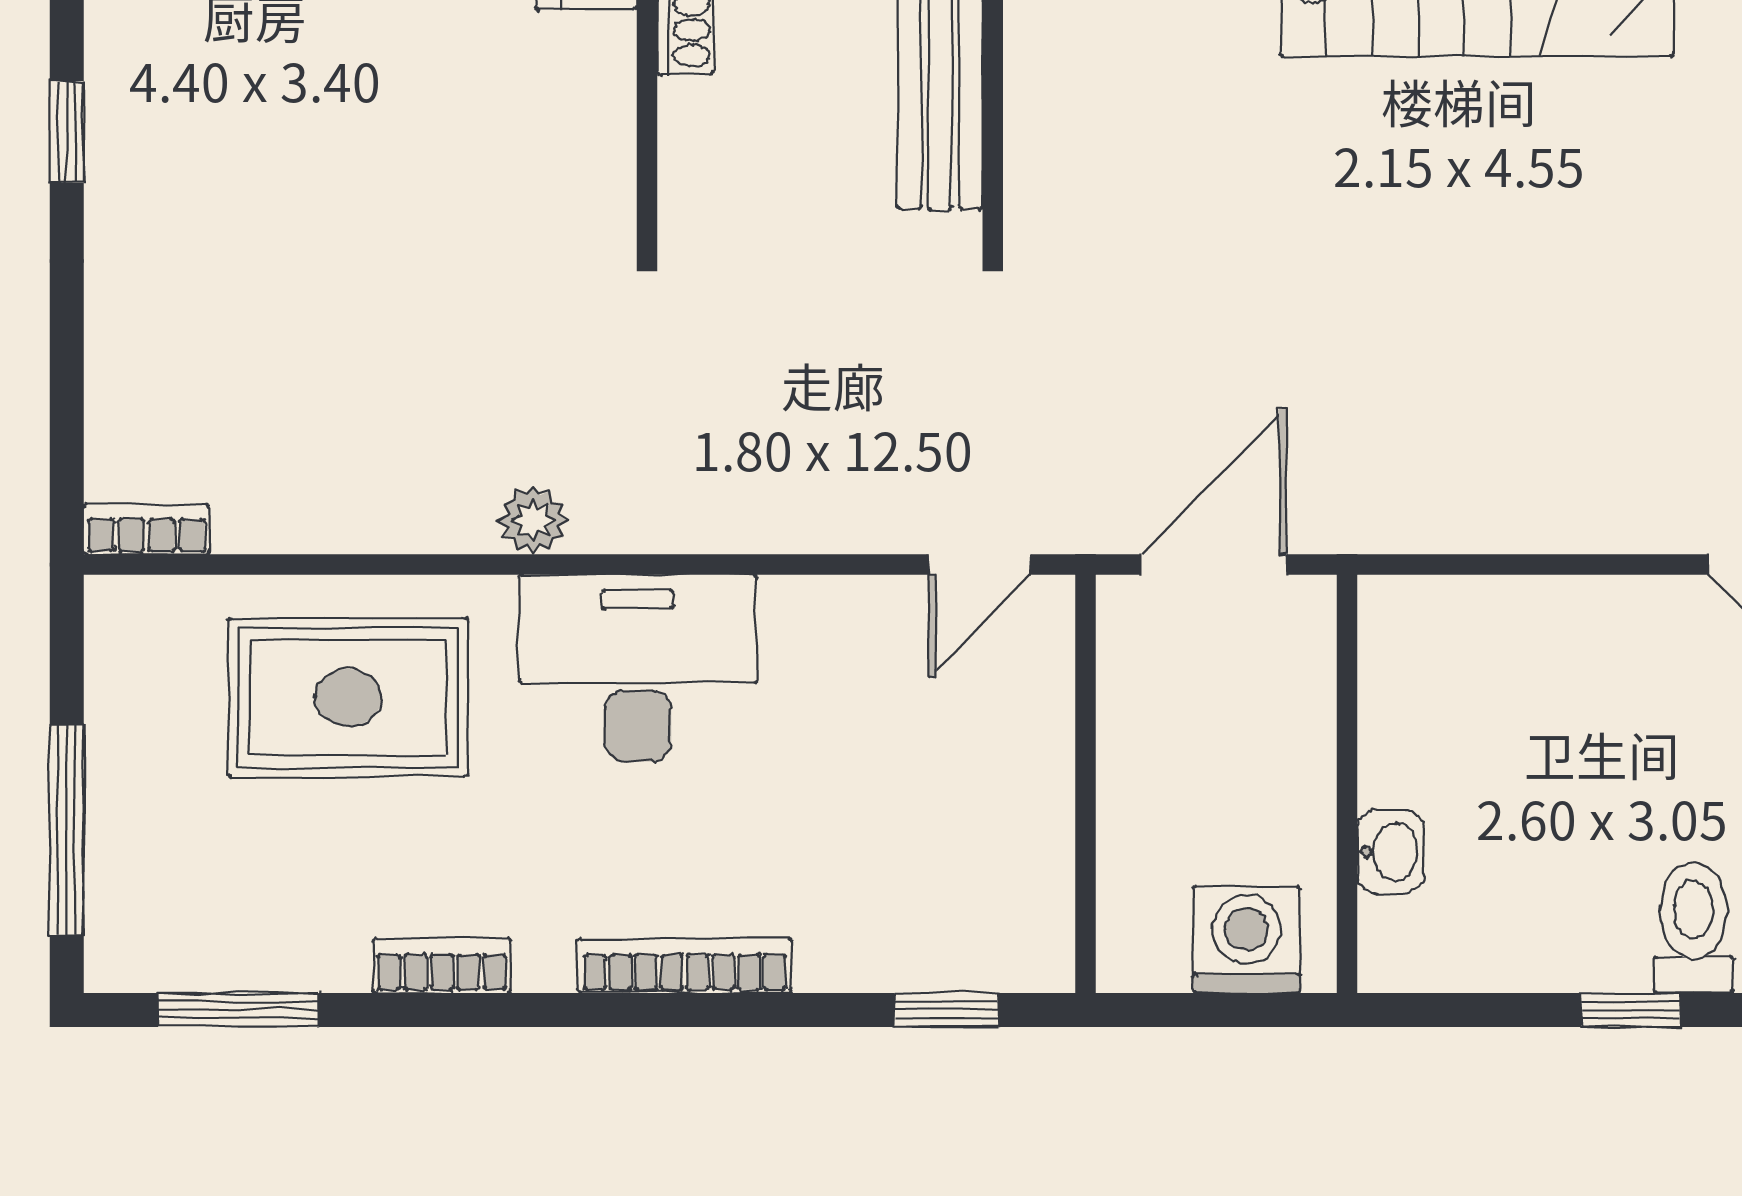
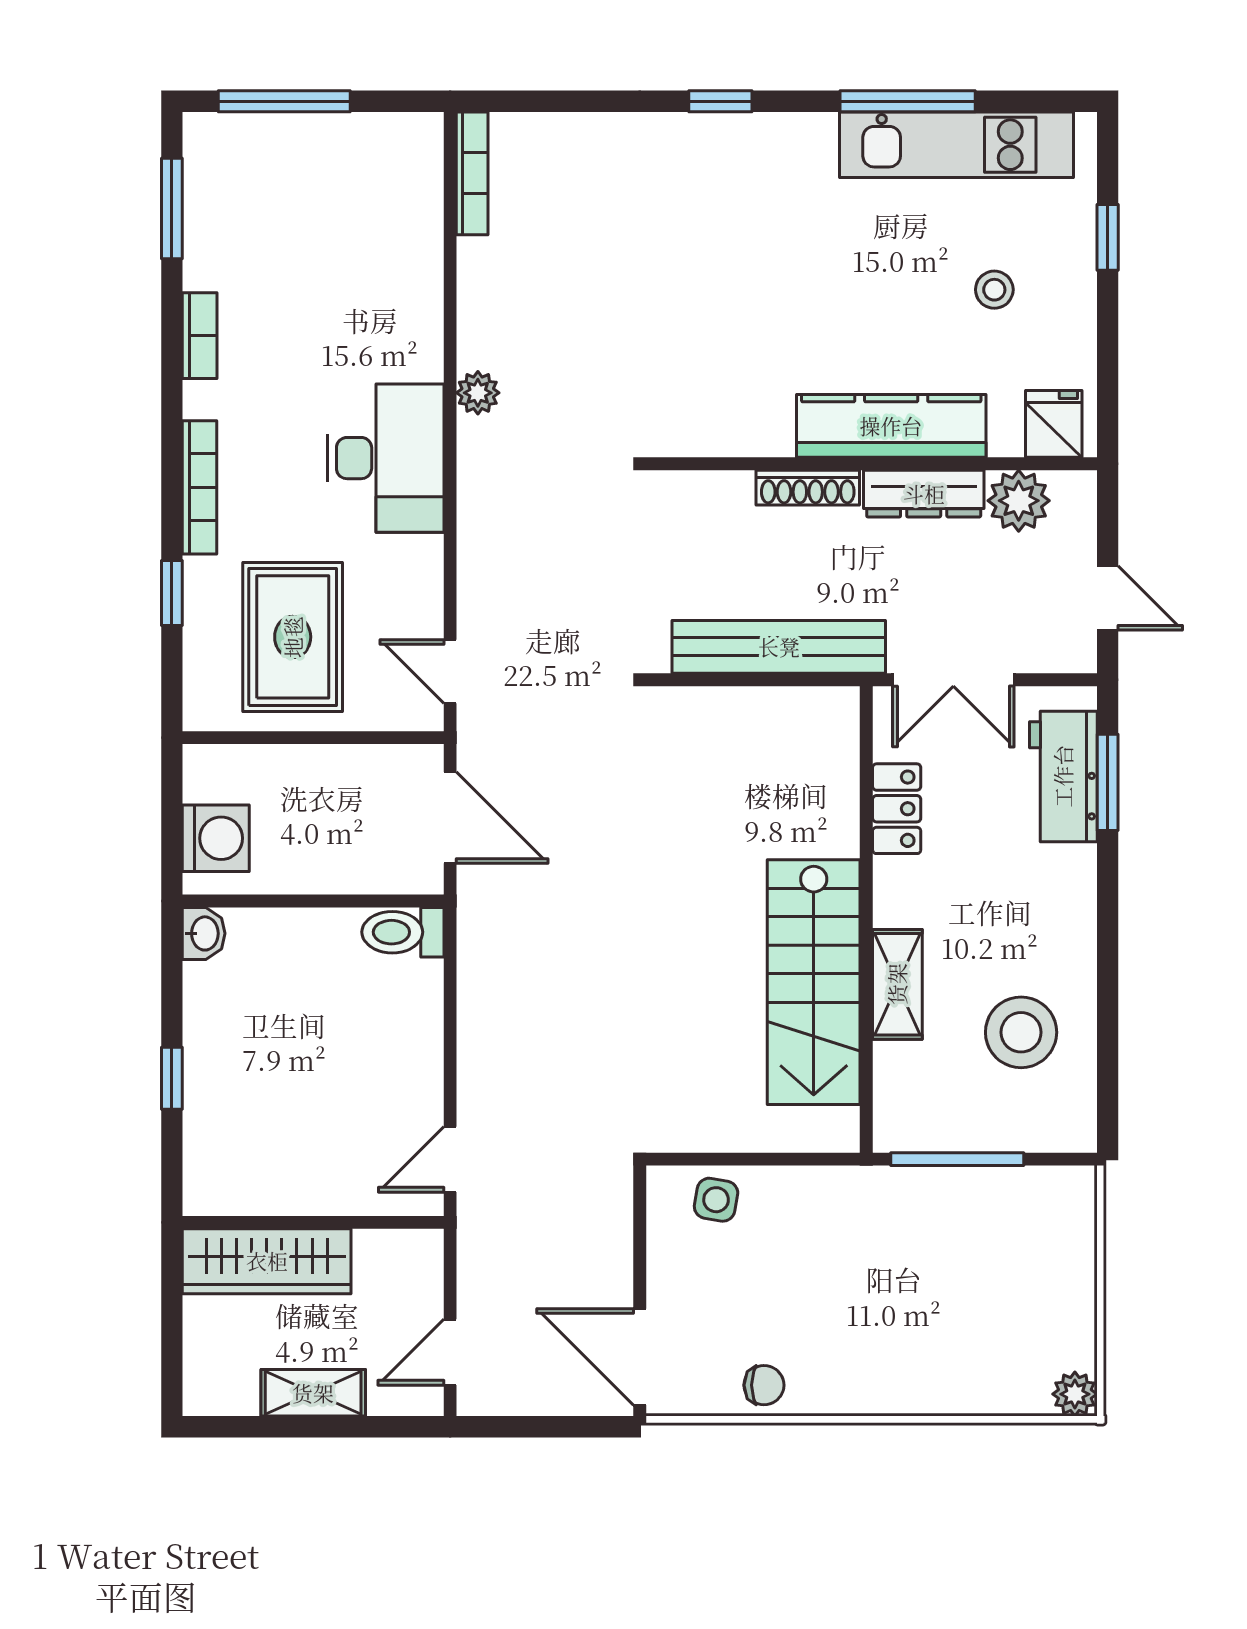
bookcase: (147, 529) -> (472, 173), width x1.56
rug: (348, 698) -> (293, 637), moved
washbasin: (1391, 852) -> (204, 933), moved, turned -90
toilet: (1694, 928) -> (403, 932), moved, turned 180
window: (946, 1010) -> (172, 593), moved

